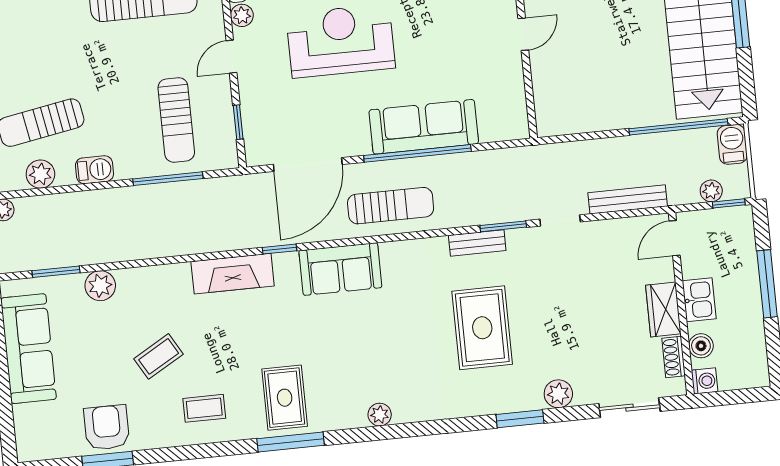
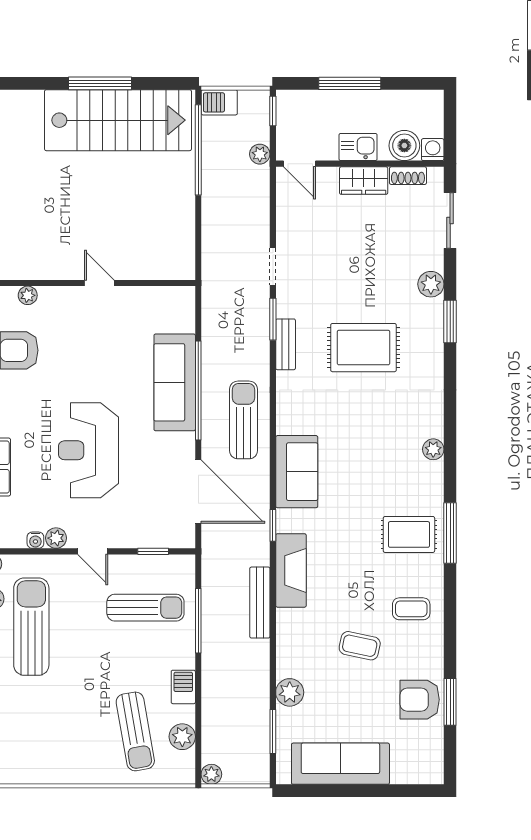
plant: (711, 191) -> (260, 154), moved
bench: (628, 199) -> (260, 603), moved
boiler: (701, 346) -> (404, 146), width x1.36, depth x1.36
coffee table: (159, 356) -> (360, 646), turned -48
coffee table: (204, 408) -> (411, 609), turned 90

